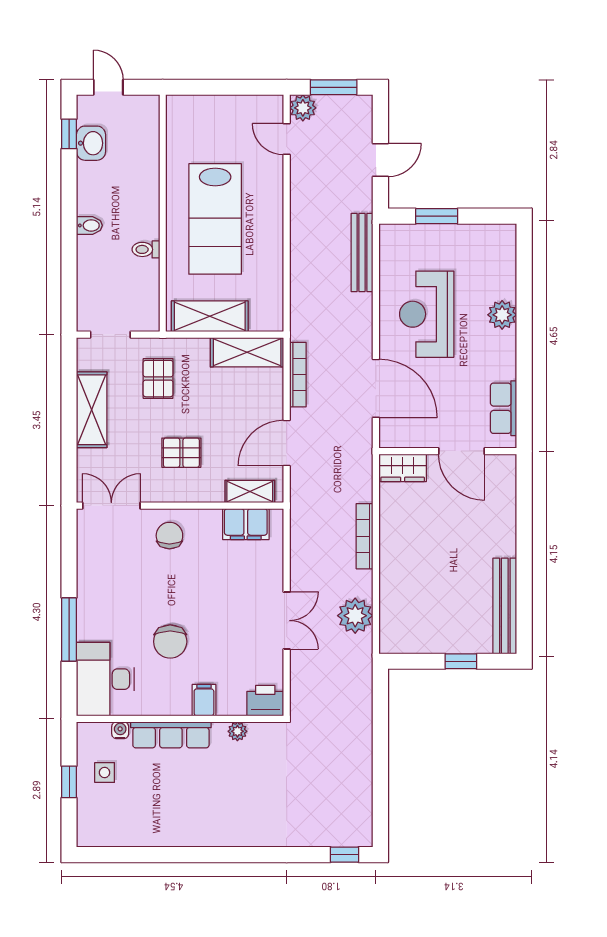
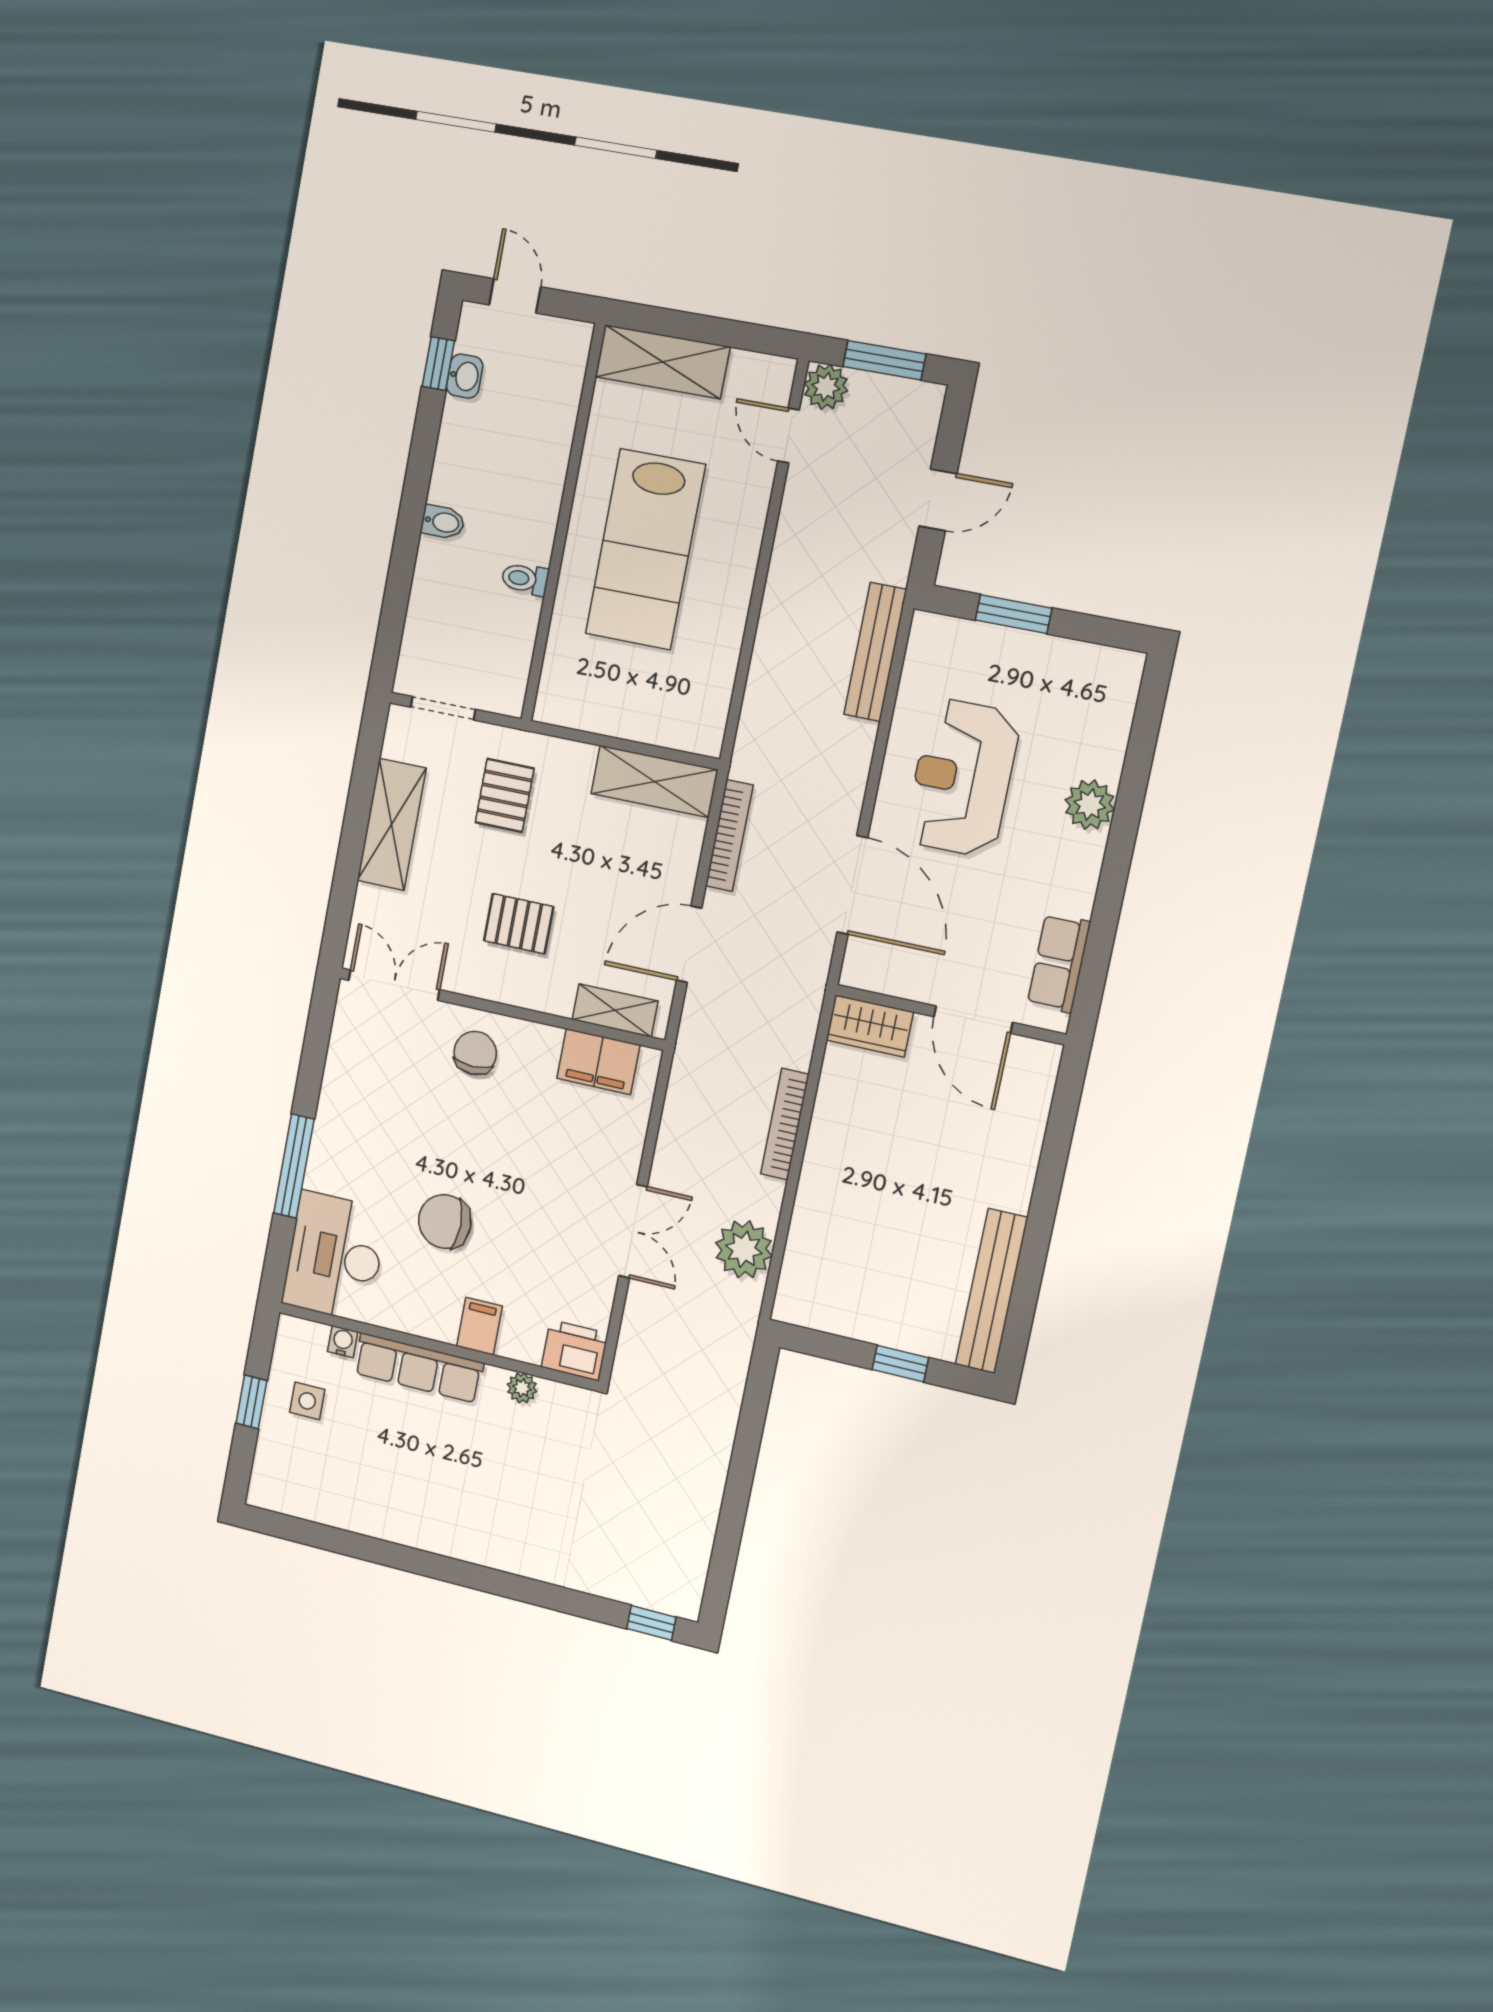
washbasin: (91, 143) -> (465, 376), width x0.72, depth x0.69
shelving: (210, 316) -> (662, 362), moved
chair: (170, 642) -> (445, 1221), turned 90

